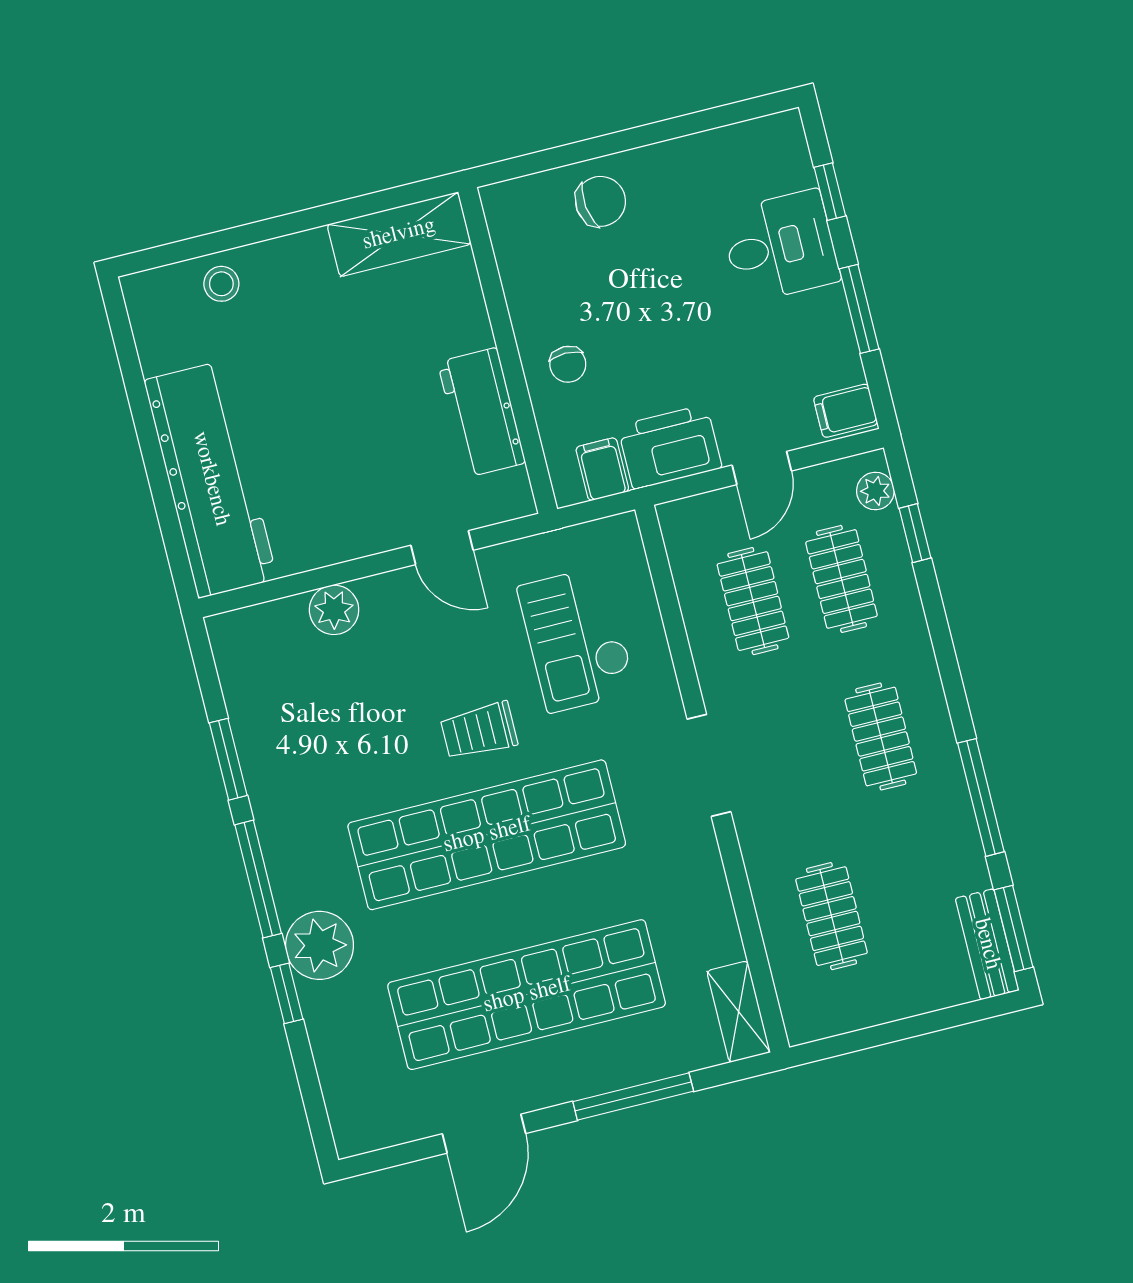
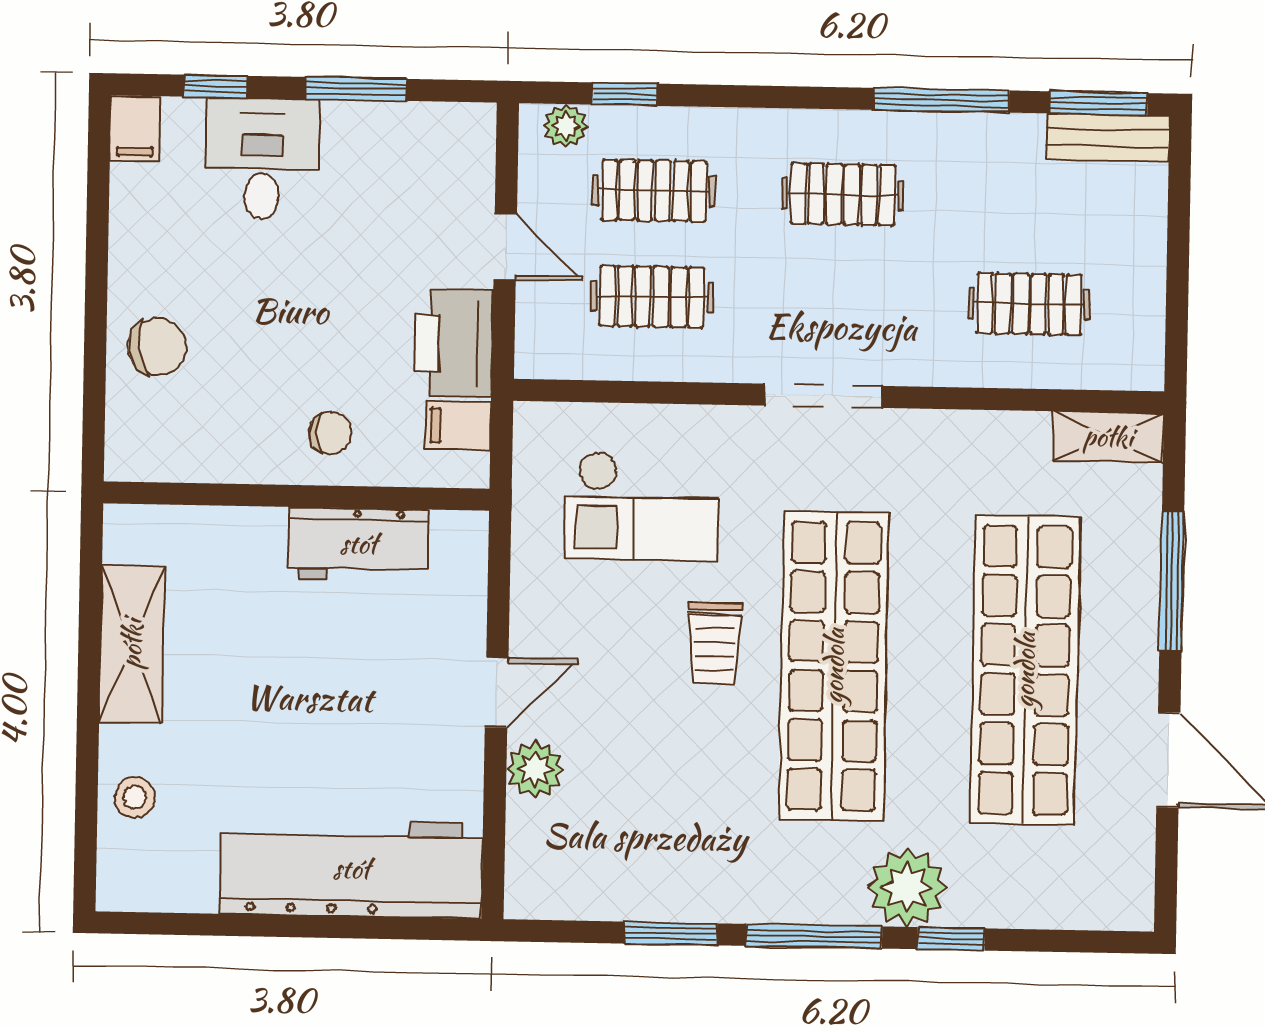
chair: (600, 201) -> (157, 347), turned 88
shelving: (399, 234) -> (132, 644), moved
filing cabinet: (846, 411) -> (135, 129), moved
door: (442, 548) -> (497, 692), moved

